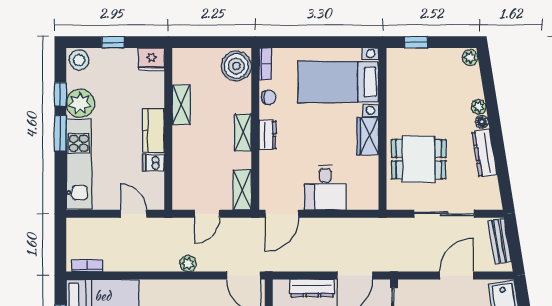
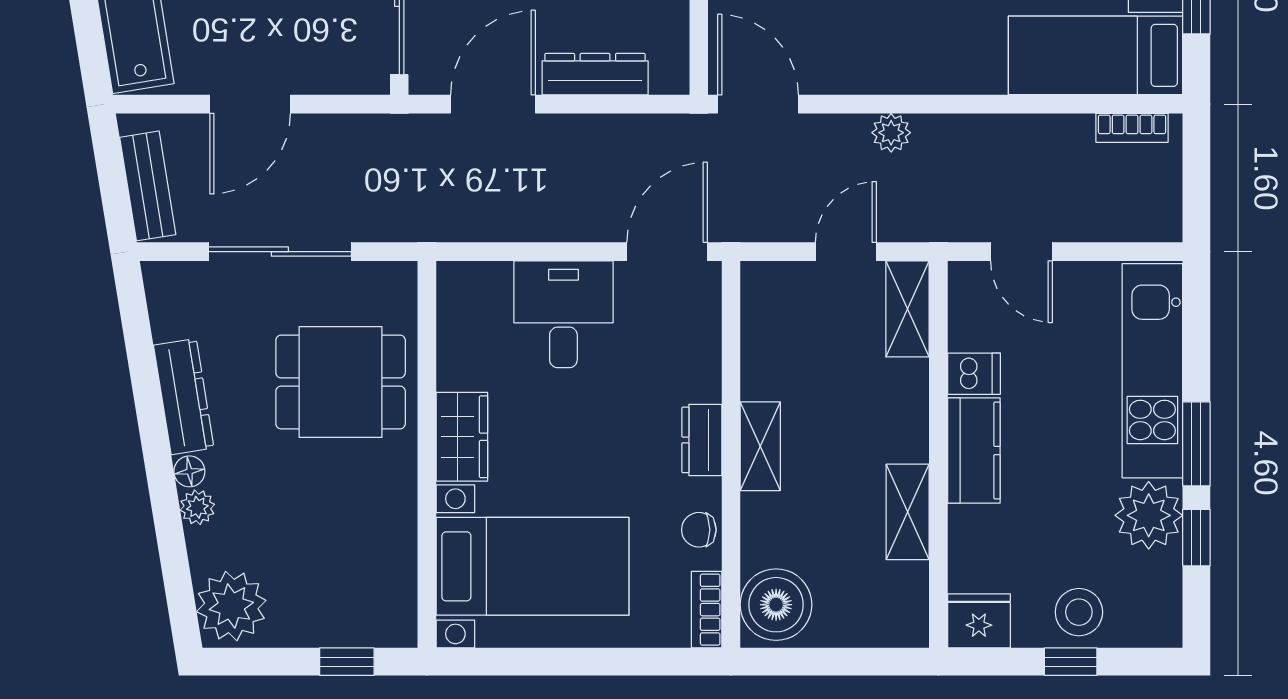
plant: (470, 58) -> (231, 606), width x1.88, depth x1.88
stool: (79, 60) -> (1079, 612), moved
shelving: (242, 190) -> (907, 309), moved

